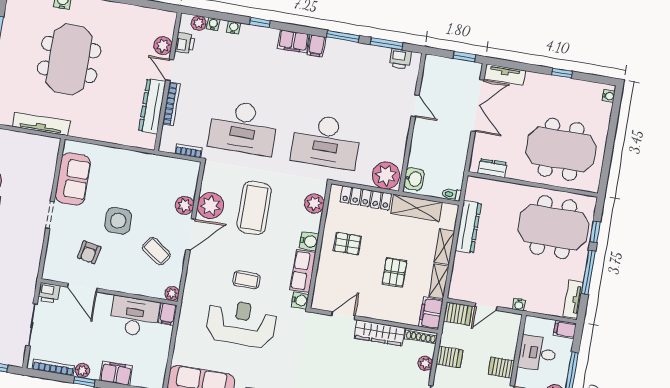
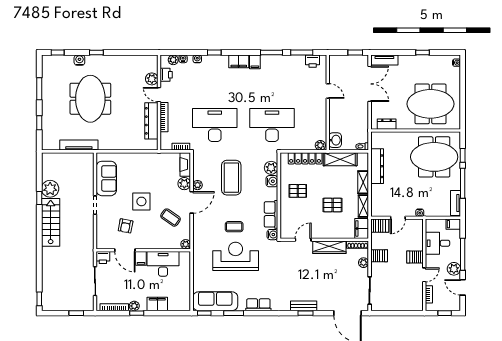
desk: (243, 128) -> (215, 125), turned 180
desk: (326, 142) -> (272, 125), turned 180
plant: (386, 175) -> (320, 145), width x0.53, depth x0.53
fireplace: (191, 178) -> (185, 165), added
plant: (210, 206) -> (198, 185), width x0.53, depth x0.53
water cooler: (309, 241) -> (272, 181), moved
pallet: (394, 272) -> (333, 205), turned 90
filing cabinet: (168, 314) -> (141, 258), moved

